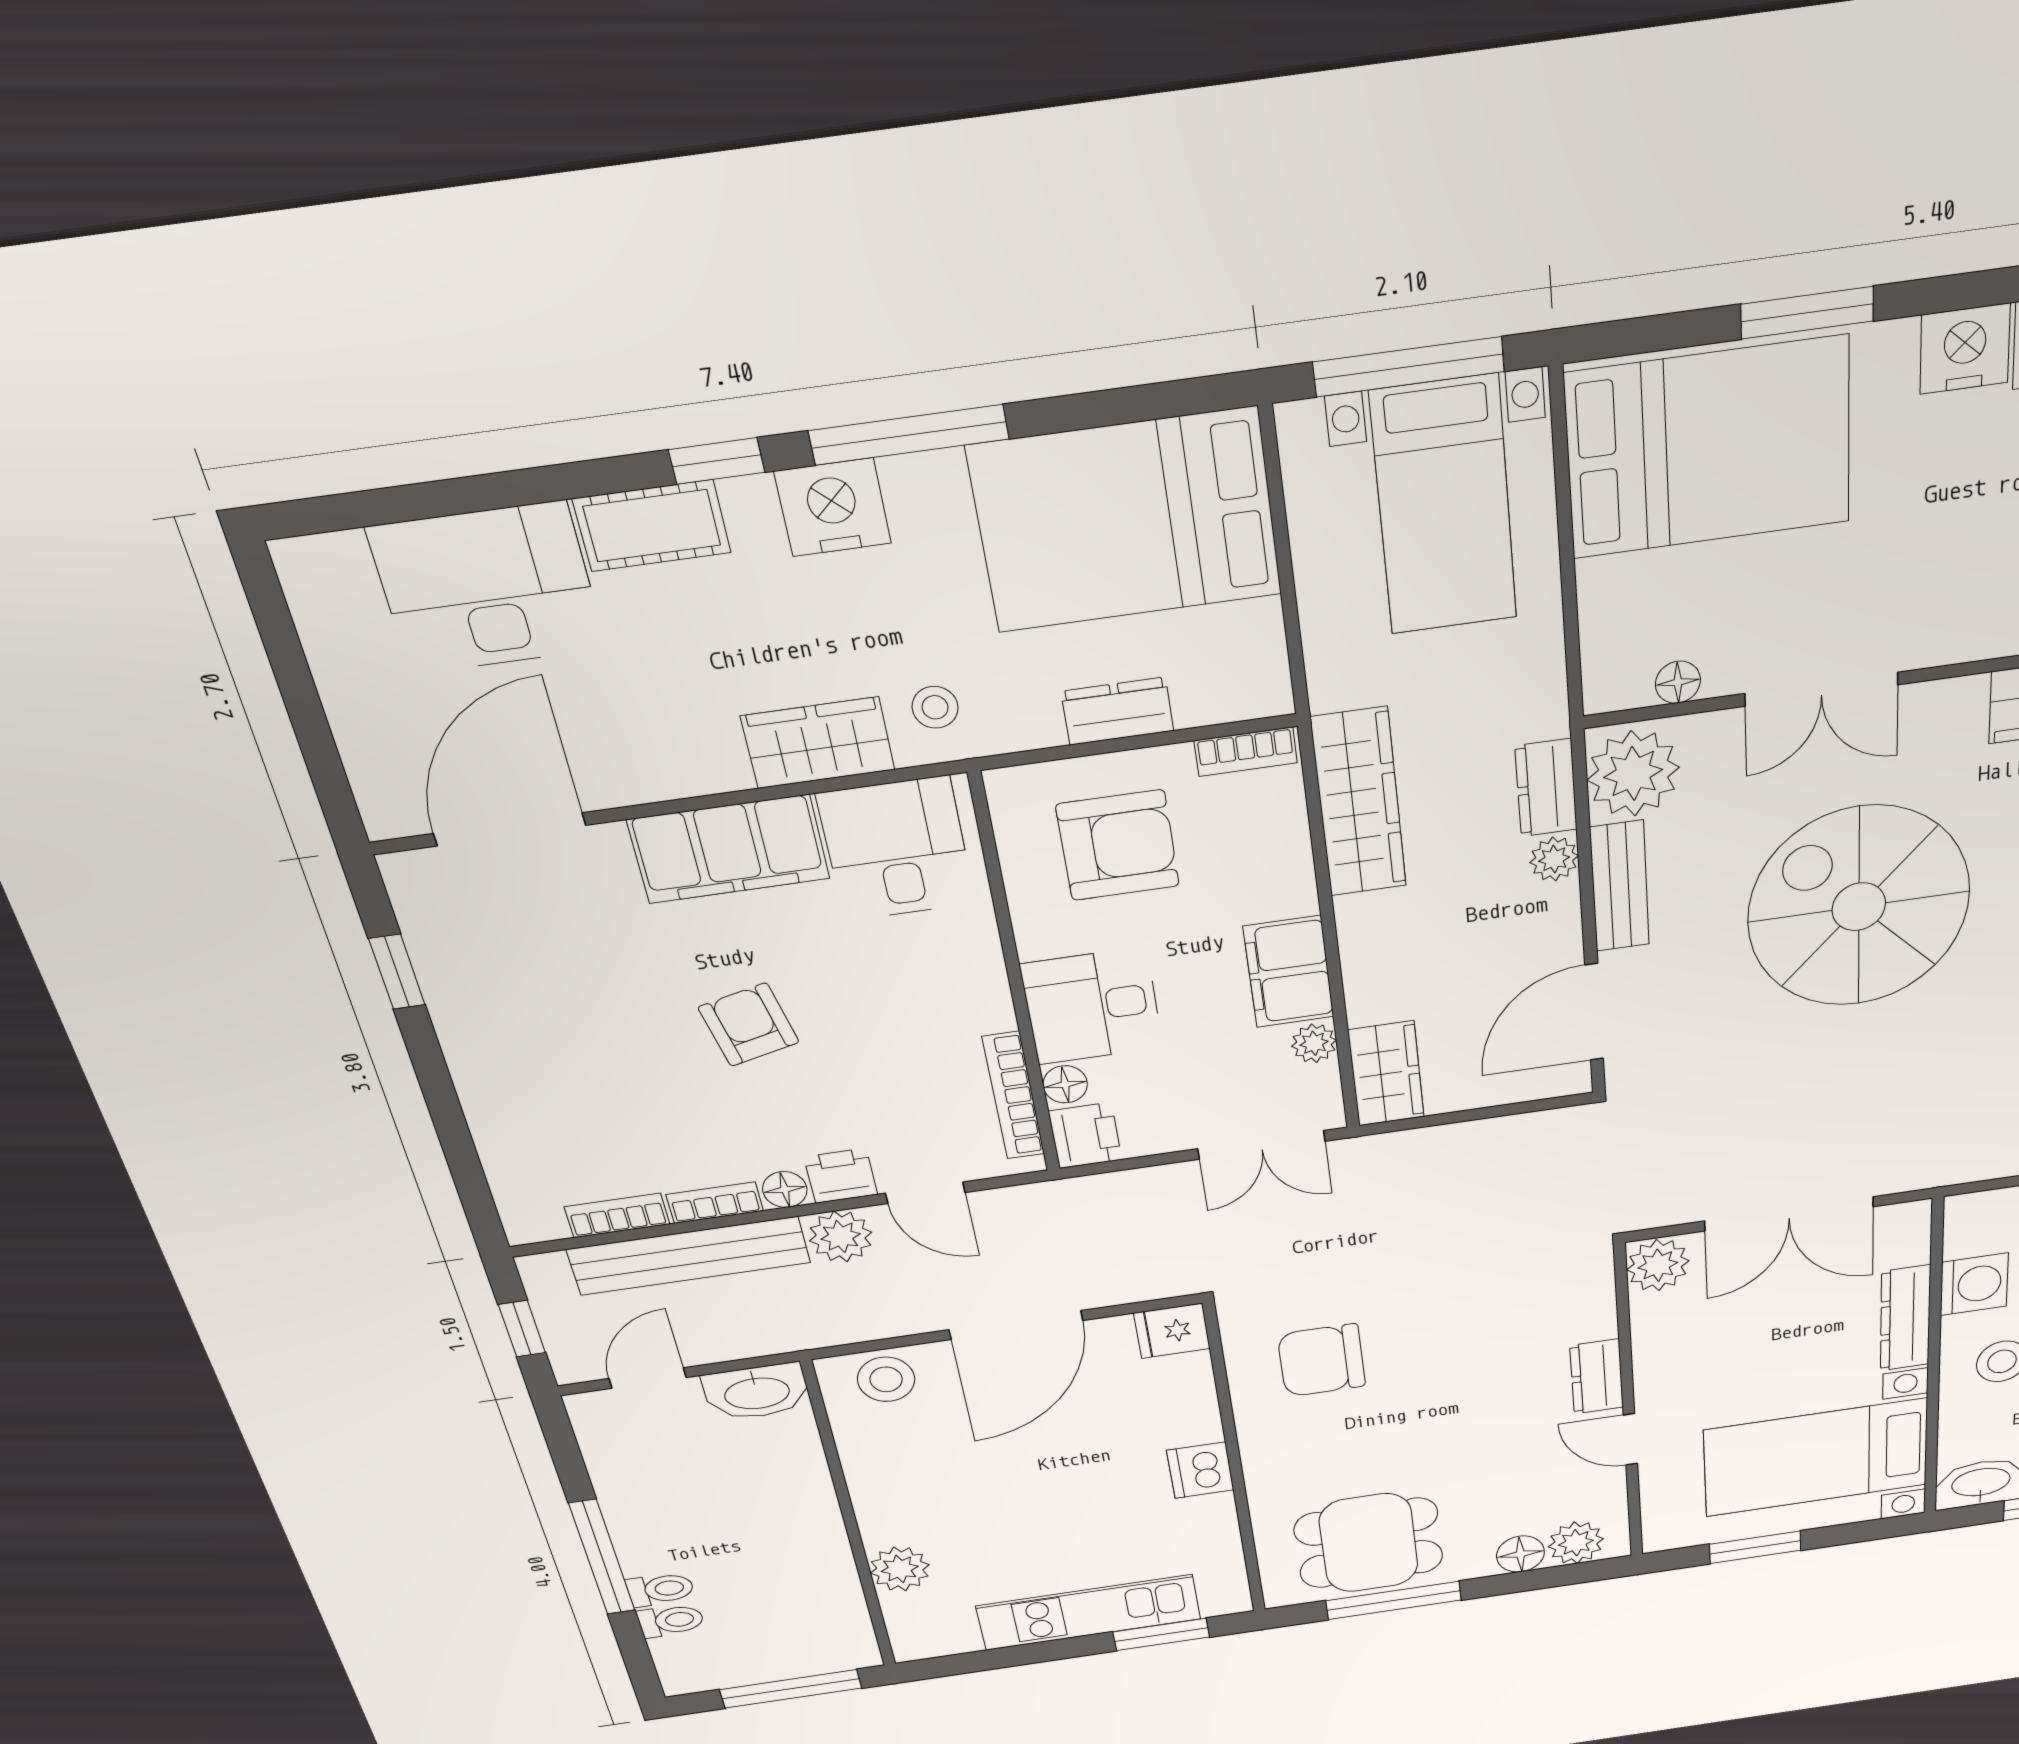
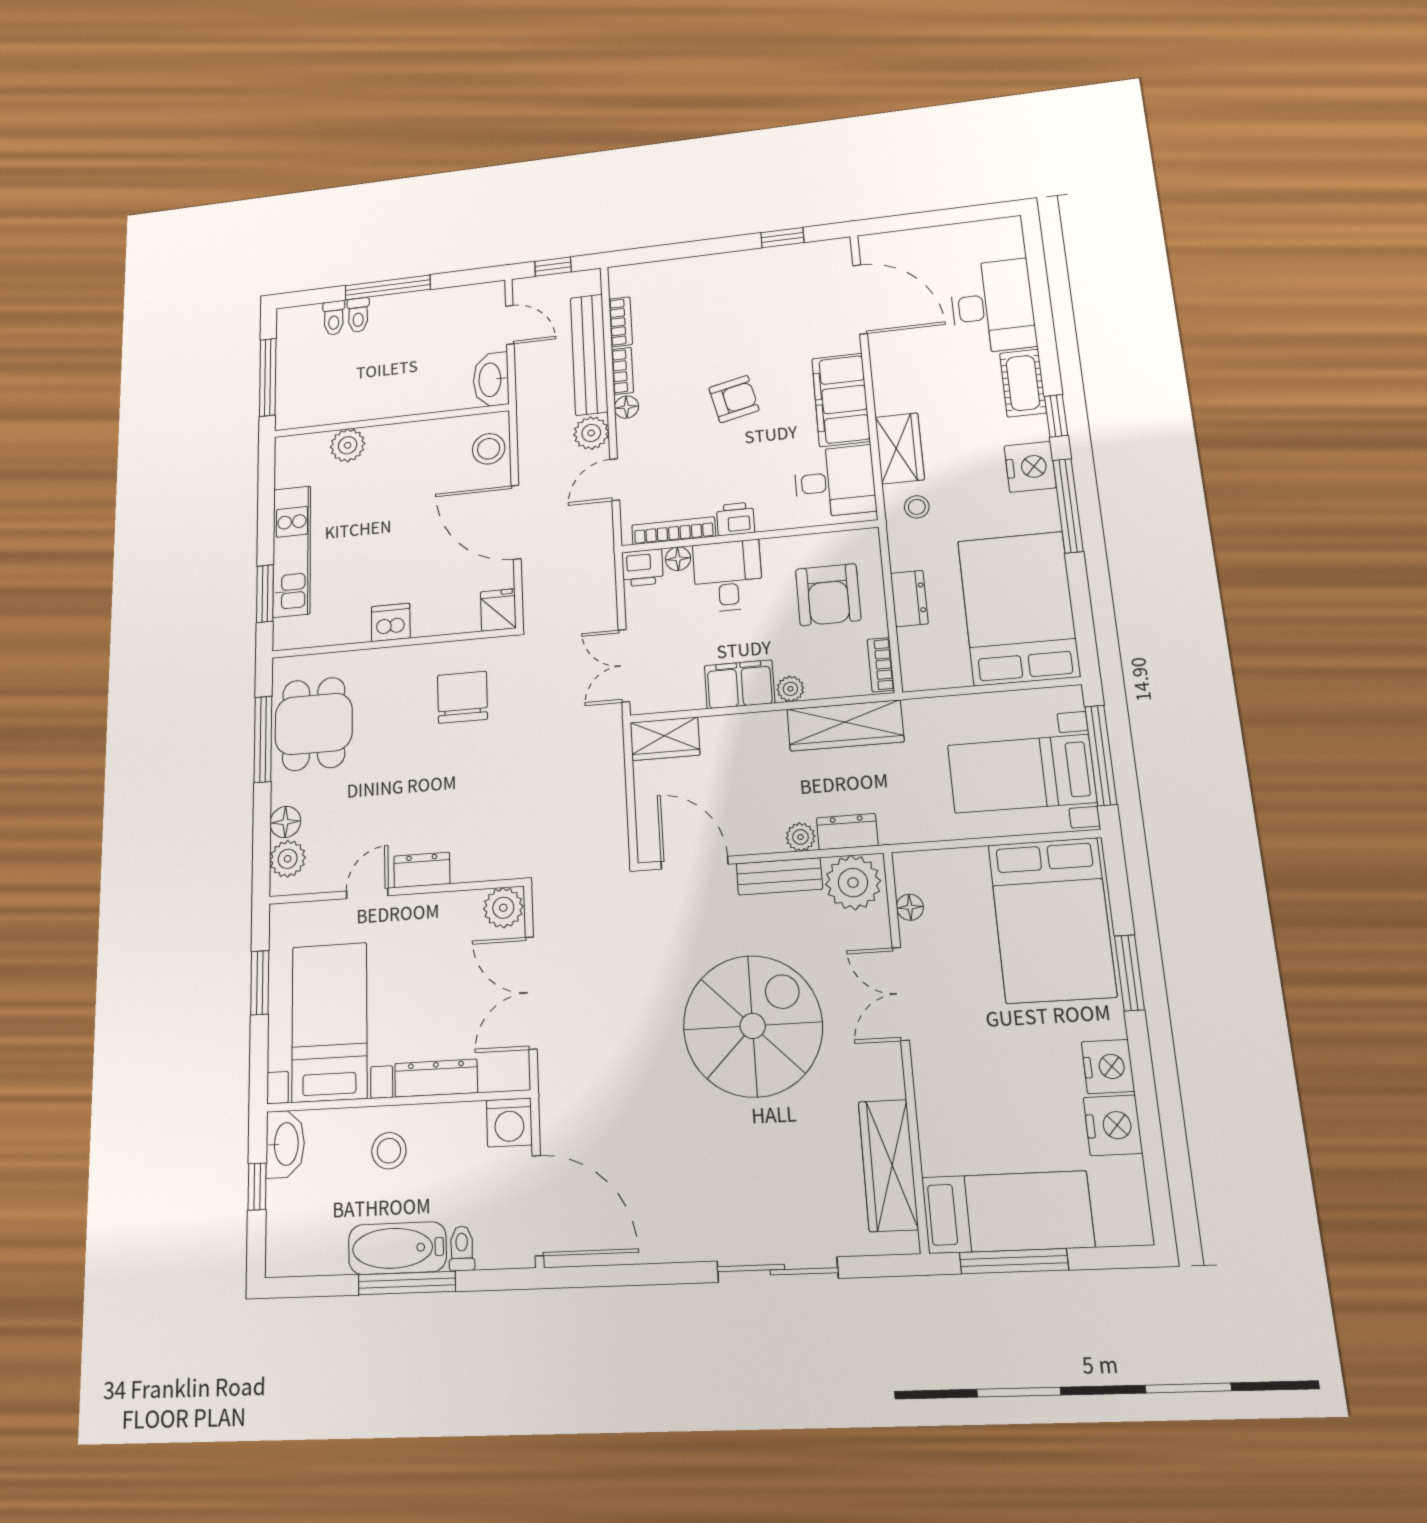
plant: (1314, 1043) -> (790, 689), moved
printer: (841, 1176) -> (735, 519), moved, turned -90
washing machine: (1974, 1284) -> (509, 1122), moved

